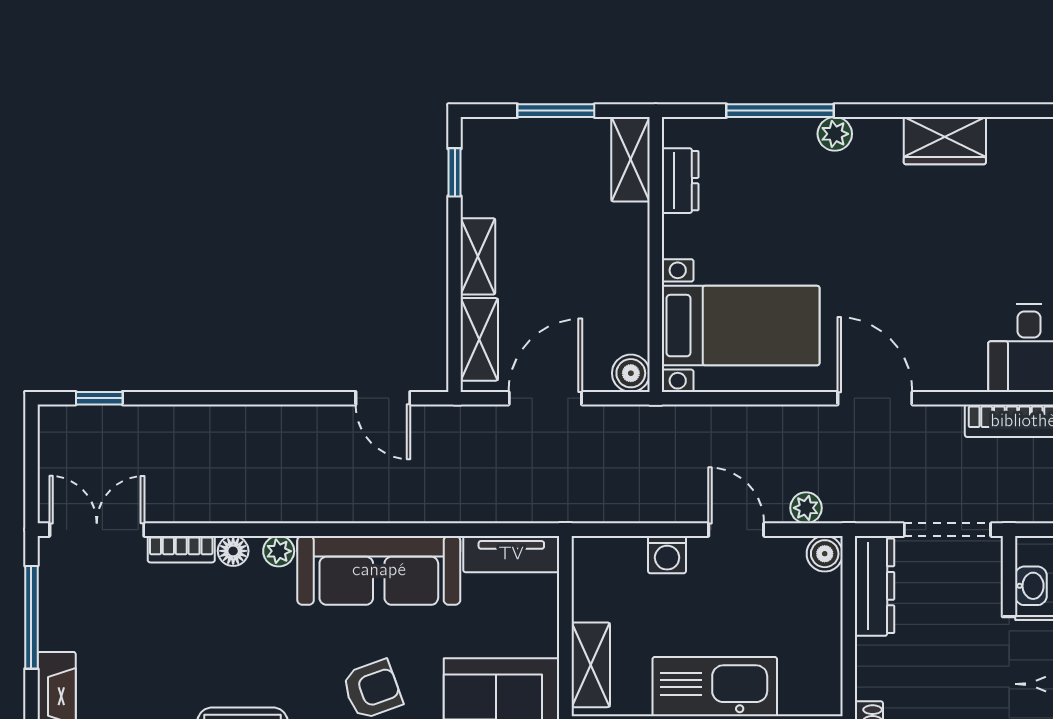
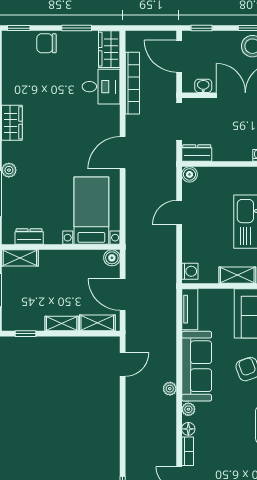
plant: (806, 508) -> (170, 389), moved
washing machine: (667, 555) -> (190, 271), moved
dresser: (875, 586) -> (197, 153), width x0.70

